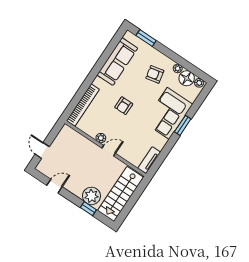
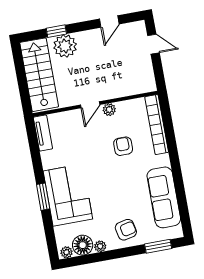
armchair: (155, 74) -> (126, 230), moved
armchair: (124, 106) -> (123, 146), moved

